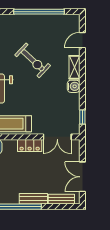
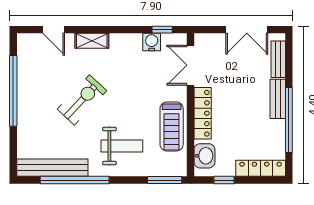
water cooler: (74, 86) -> (152, 42), moved
double door: (57, 137) -> (190, 65), swing flipped
locker: (30, 146) -> (203, 113), width x1.53

